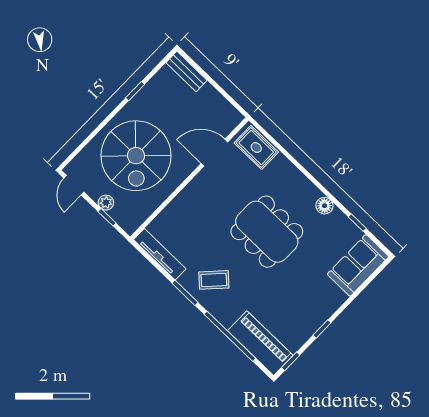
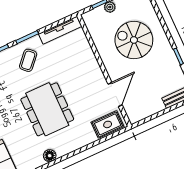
spiral stairs: (136, 156) -> (134, 40), width x0.73, depth x0.73
dining table: (267, 232) -> (47, 109), turned 90

